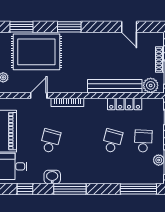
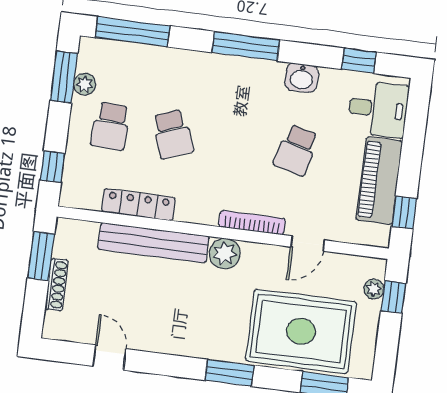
plant: (151, 85) -> (225, 254), moved
school desk: (112, 141) -> (172, 134), turned -36
window: (70, 189) -> (246, 46), moved

